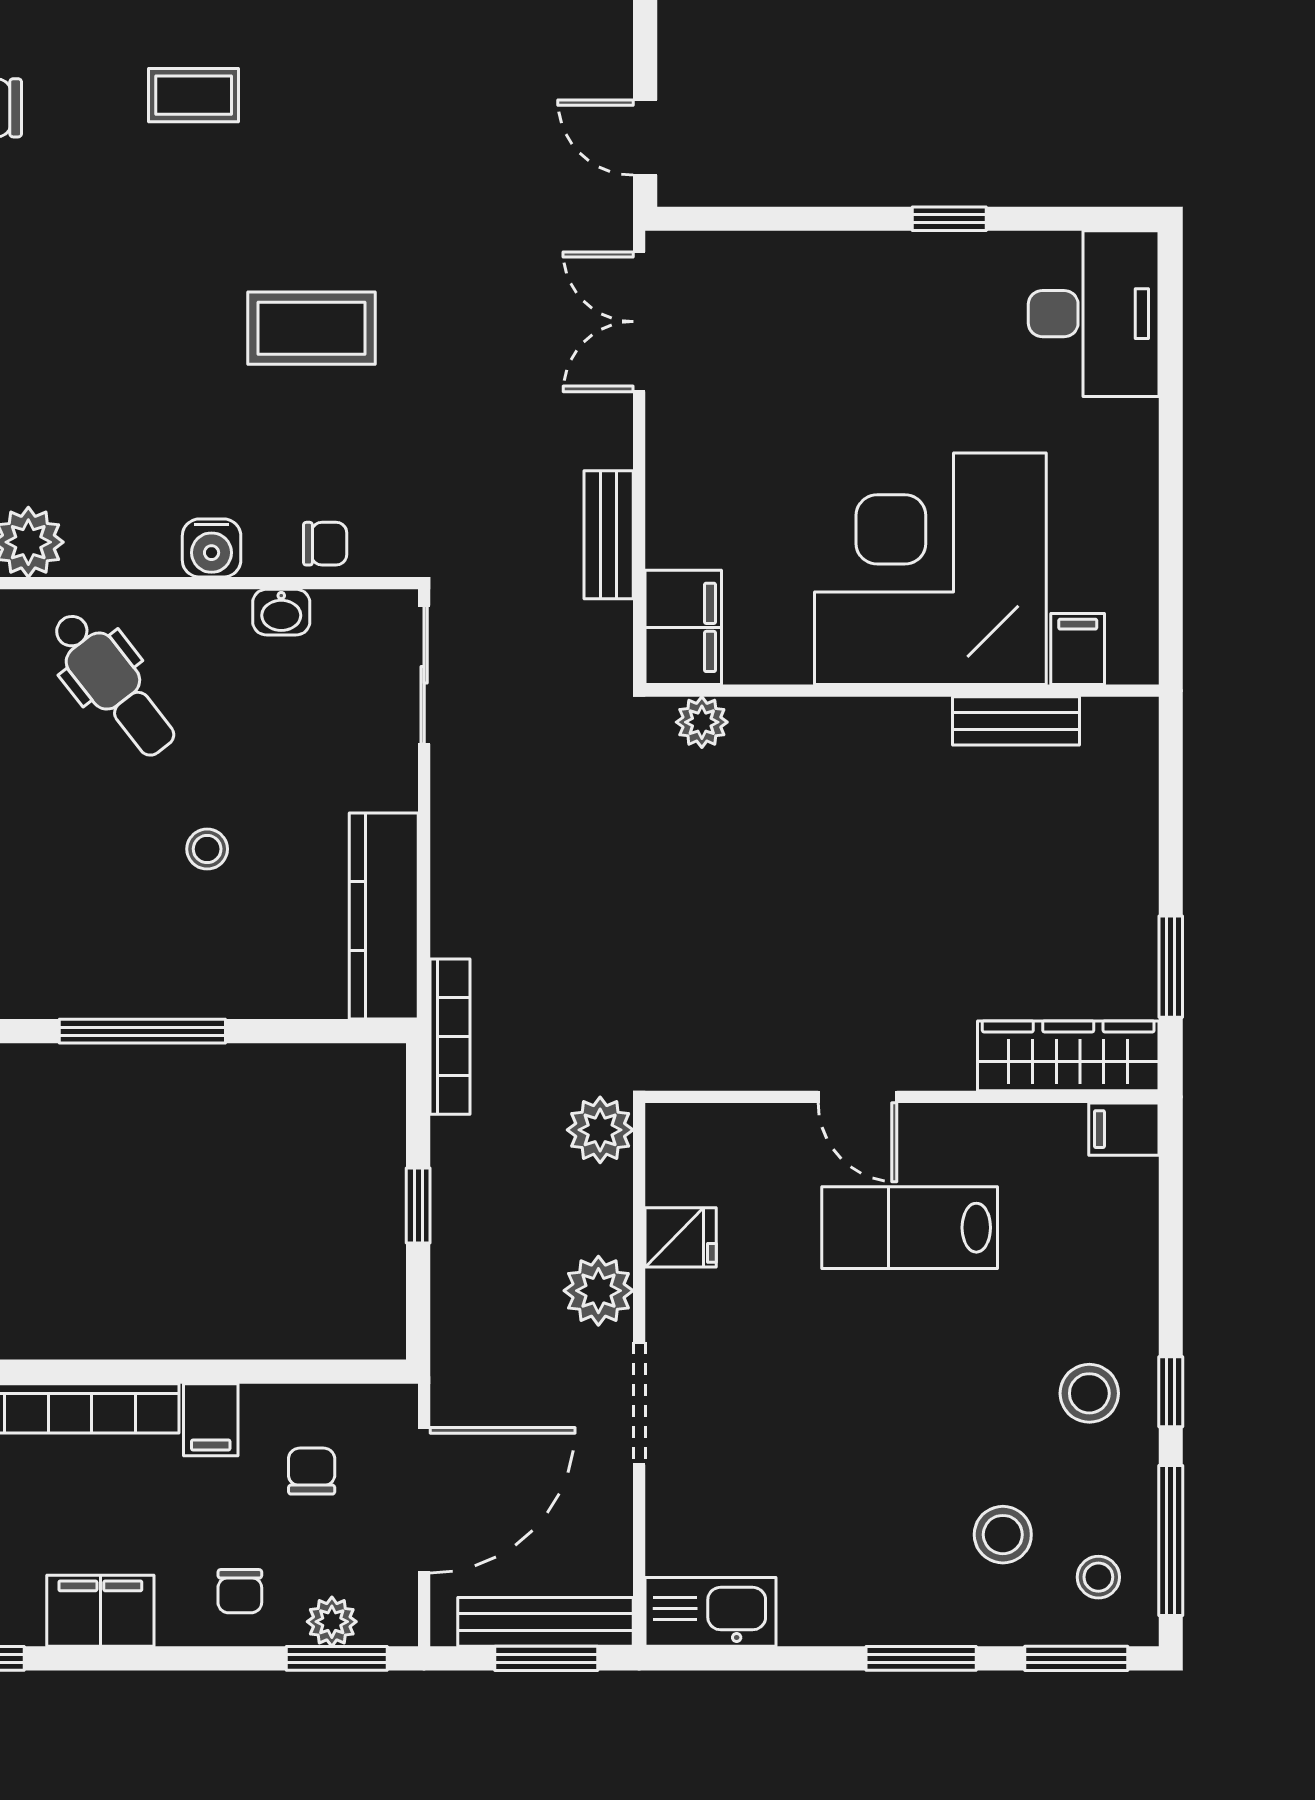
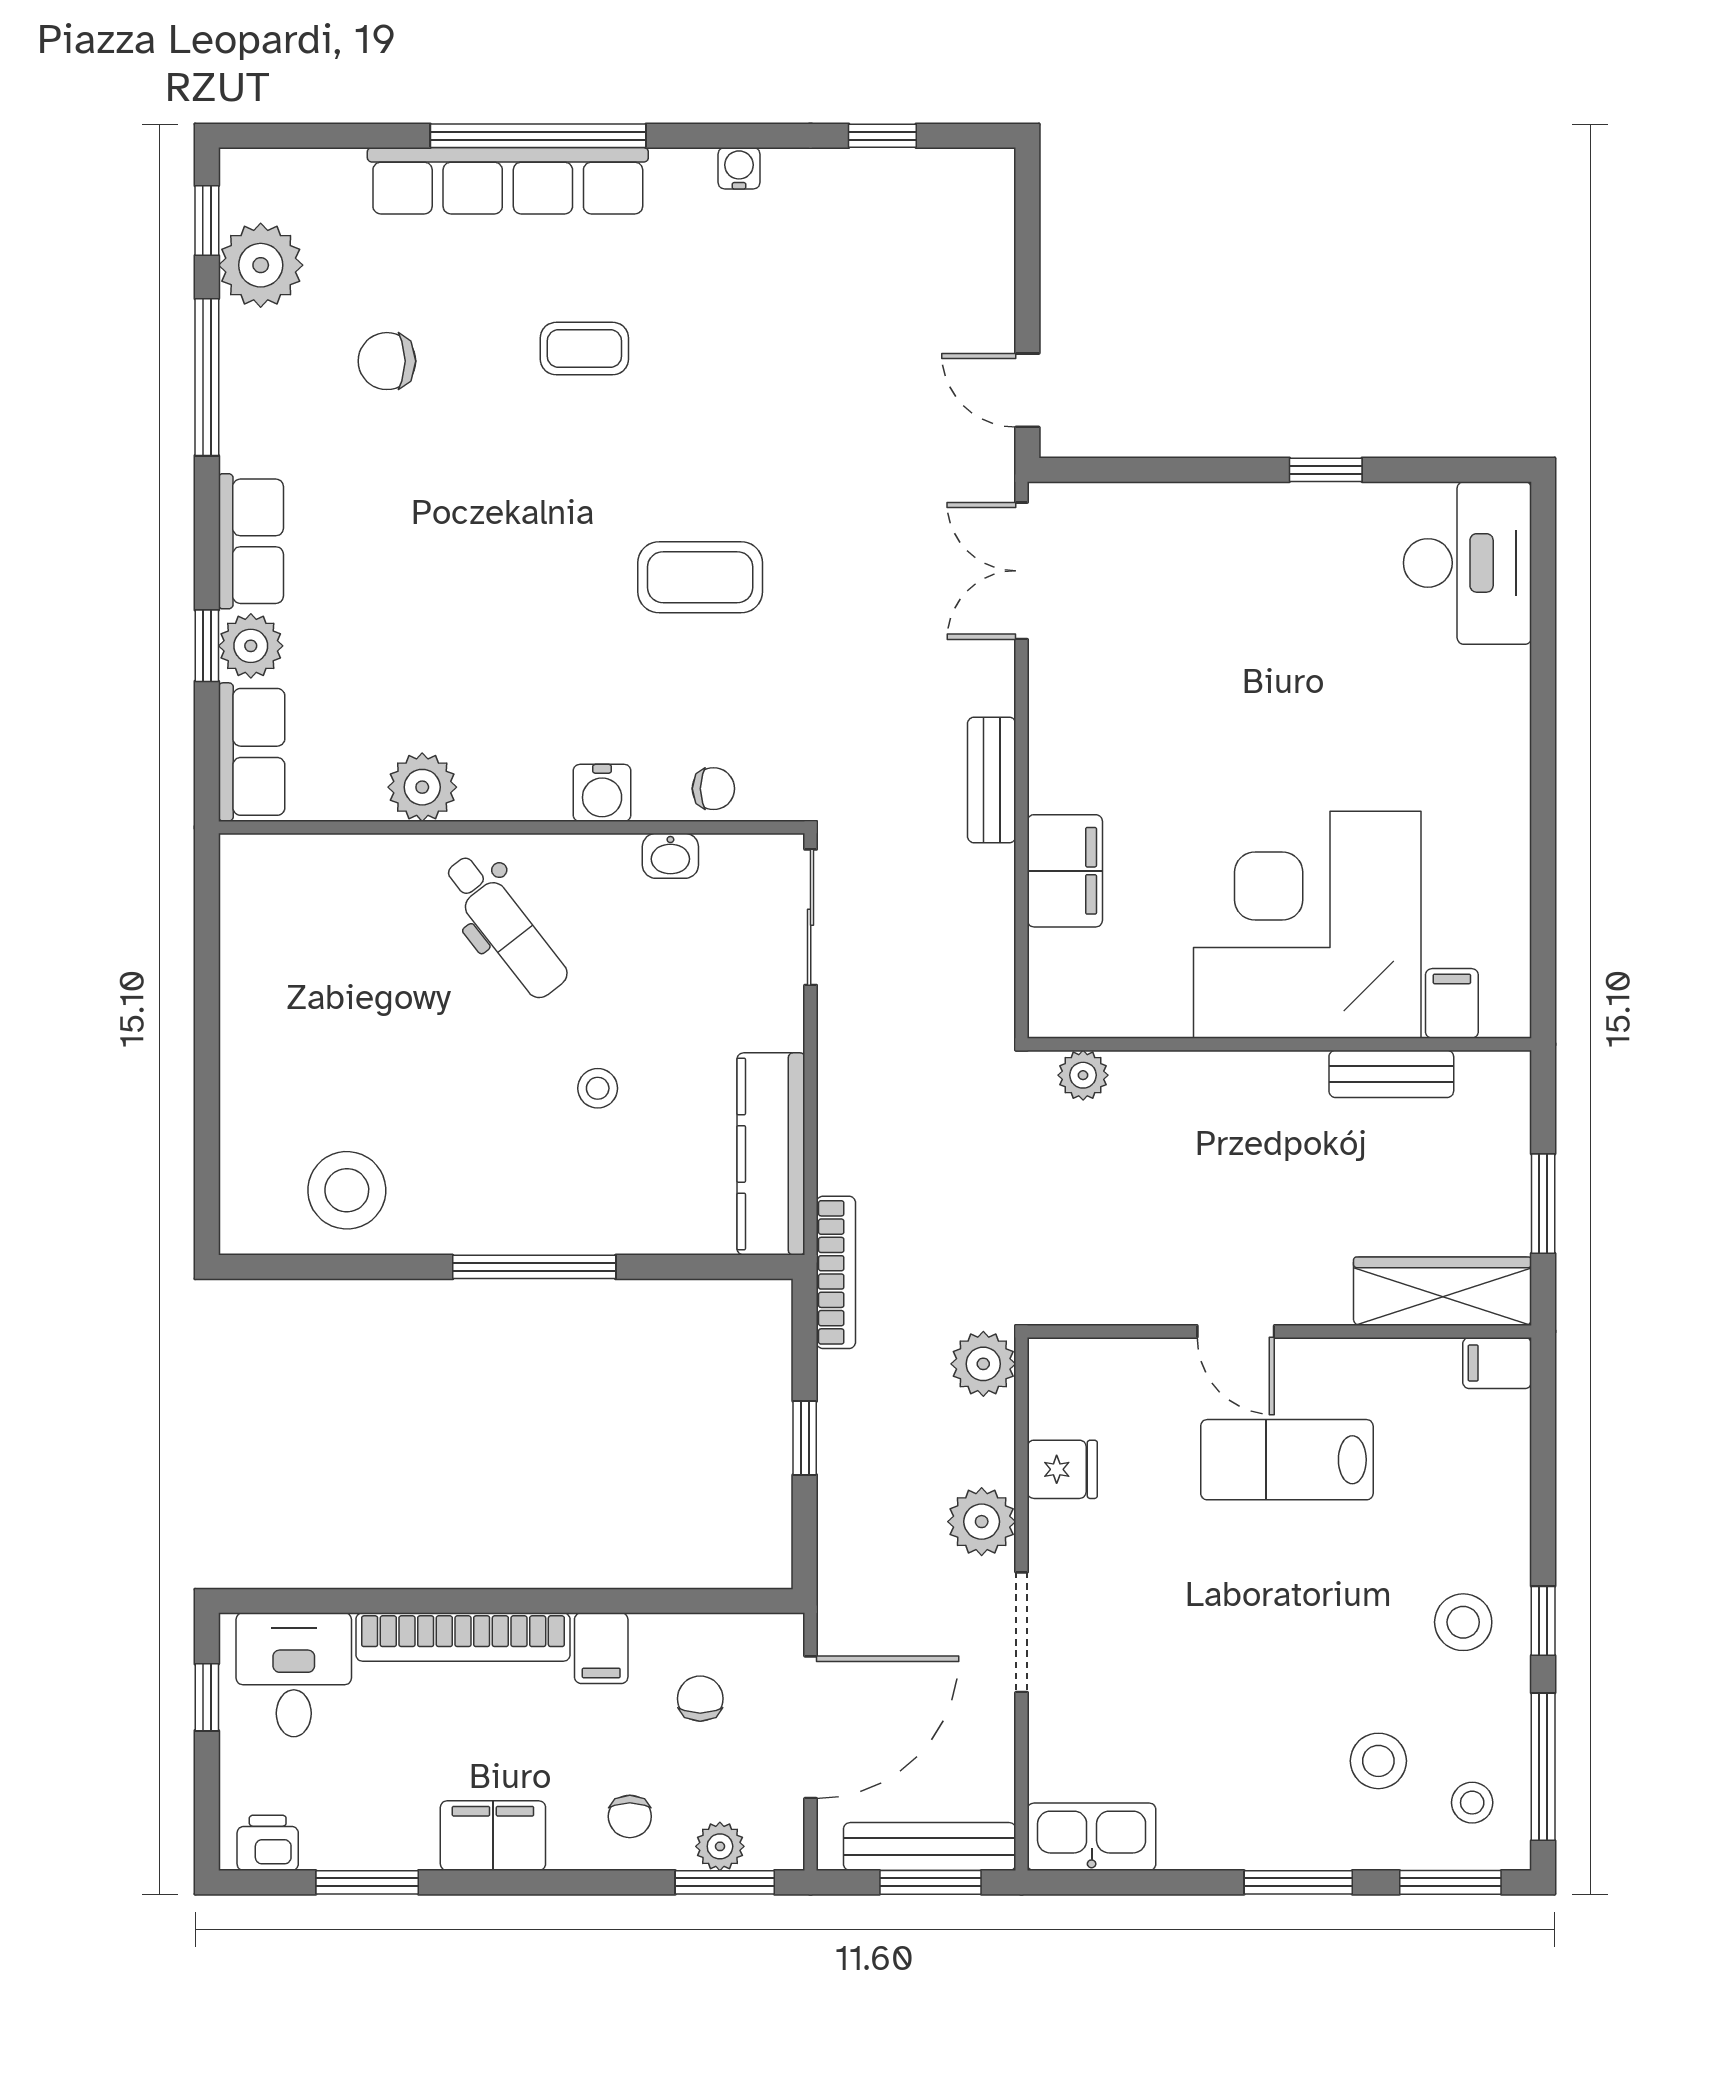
corner desk: (930, 569) -> (1307, 925), moved
filing cabinet: (1078, 649) -> (1452, 1003), moved
wall: (902, 691) -> (1279, 1044), moved
bench: (1016, 721) -> (1391, 1074), moved
plant: (702, 722) -> (1083, 1075), moved

